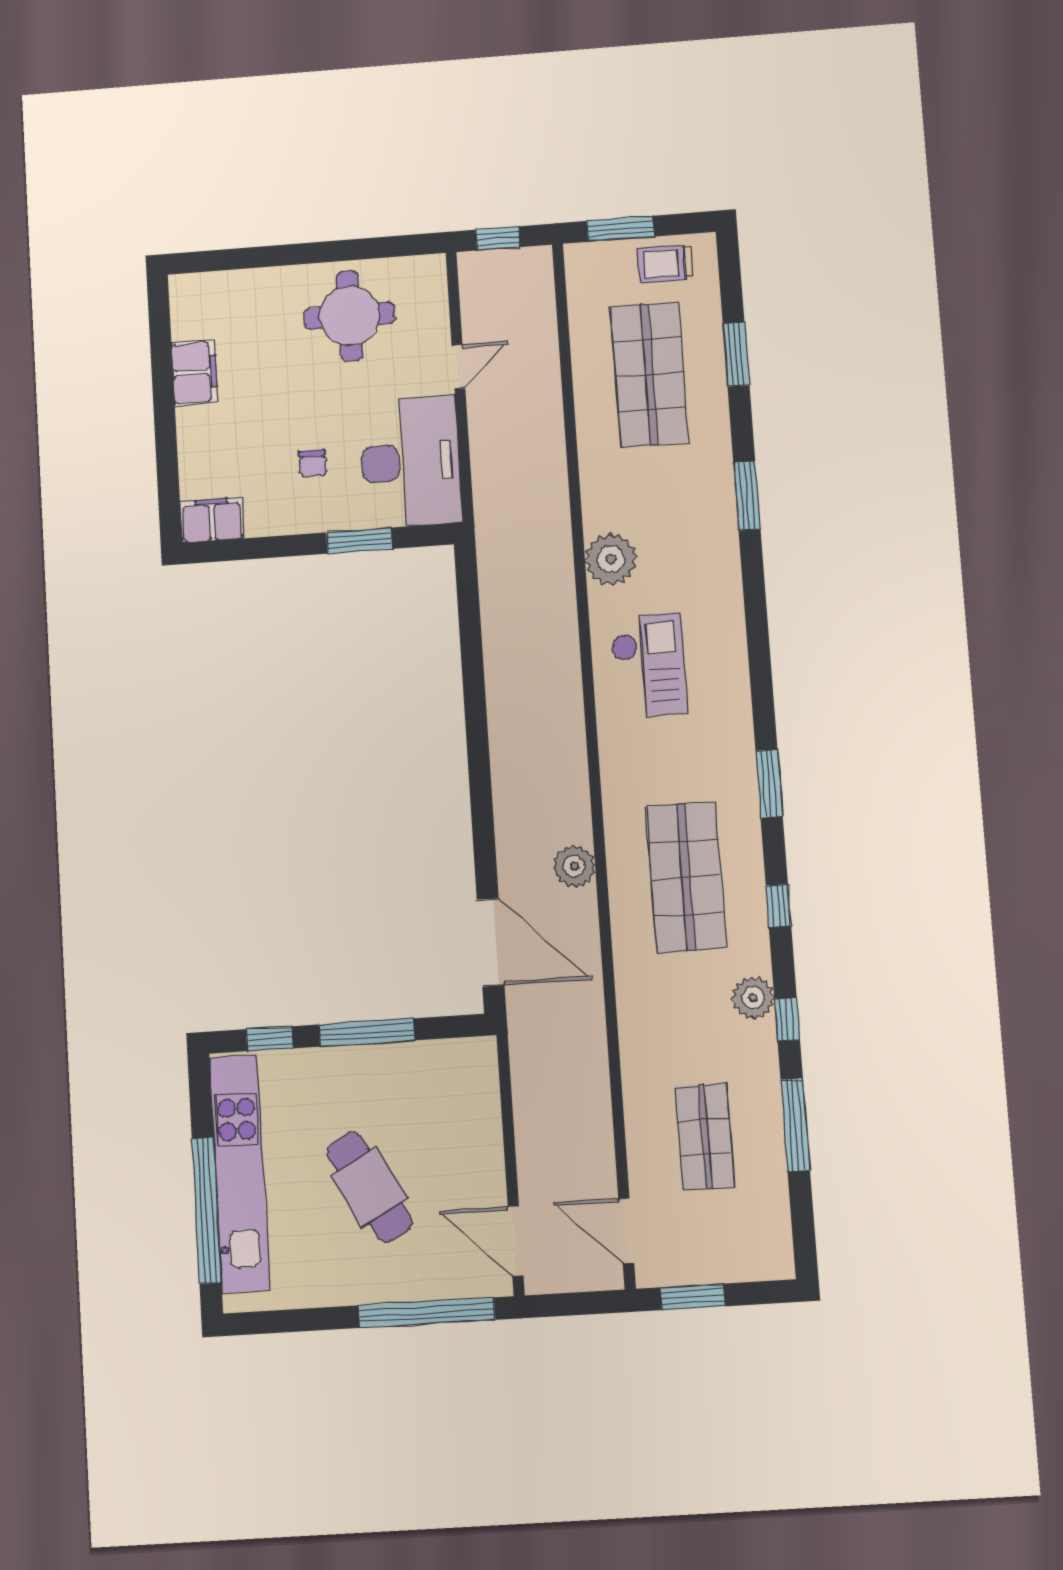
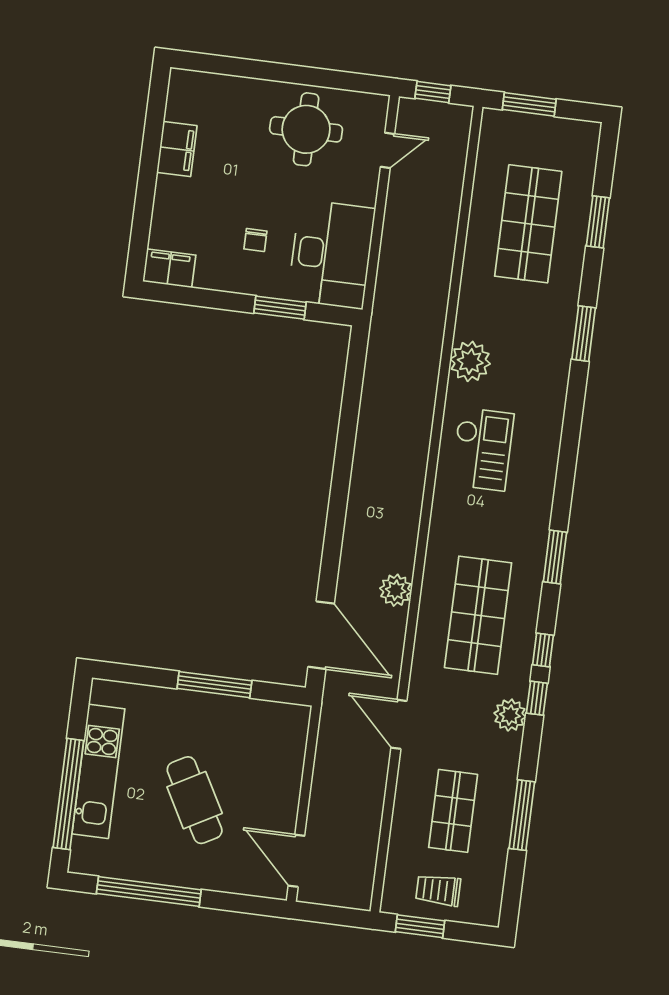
trolley: (665, 264) -> (438, 890), moved
door: (458, 367) -> (387, 150), moved
window: (787, 1019) -> (537, 698), moved
window: (269, 1039) -> (140, 675), removed
kitchen unit: (240, 1173) -> (98, 771), width x0.73
door: (626, 1231) -> (399, 724), moved
window: (427, 1313) -> (149, 892), moved

